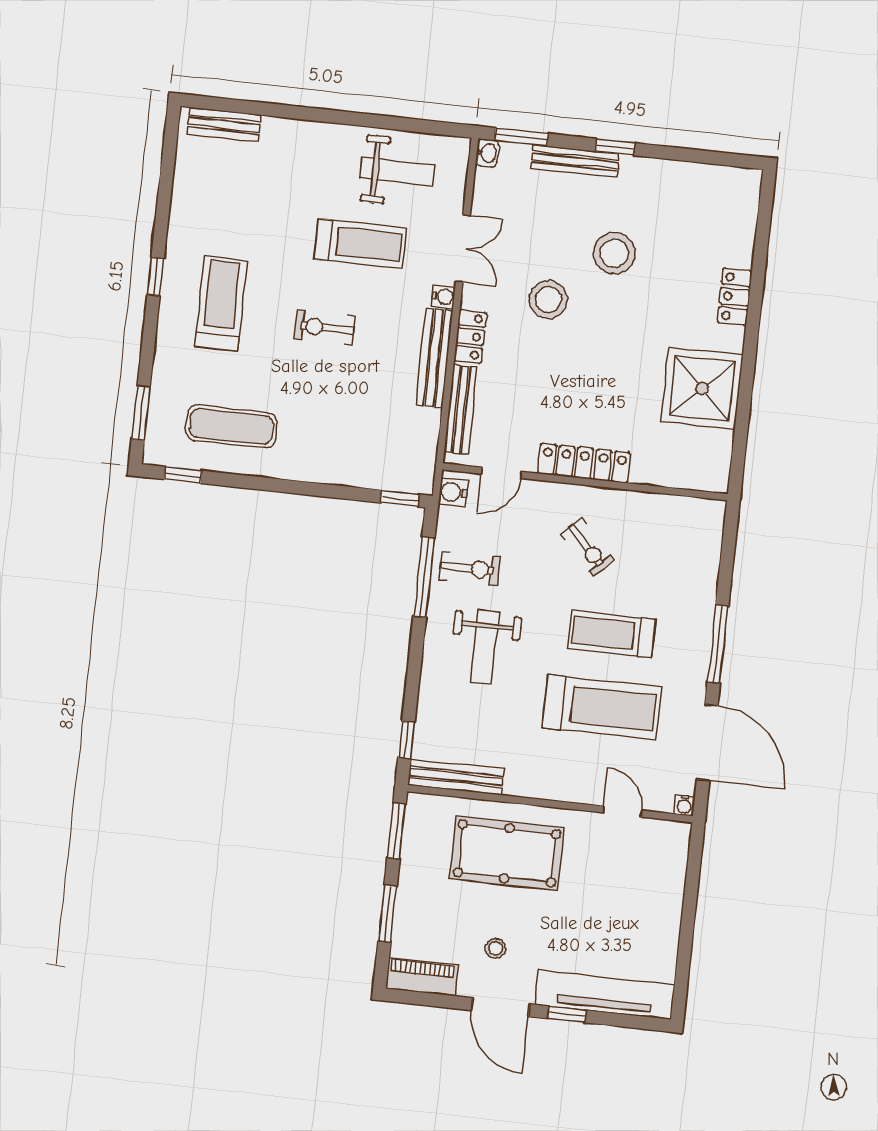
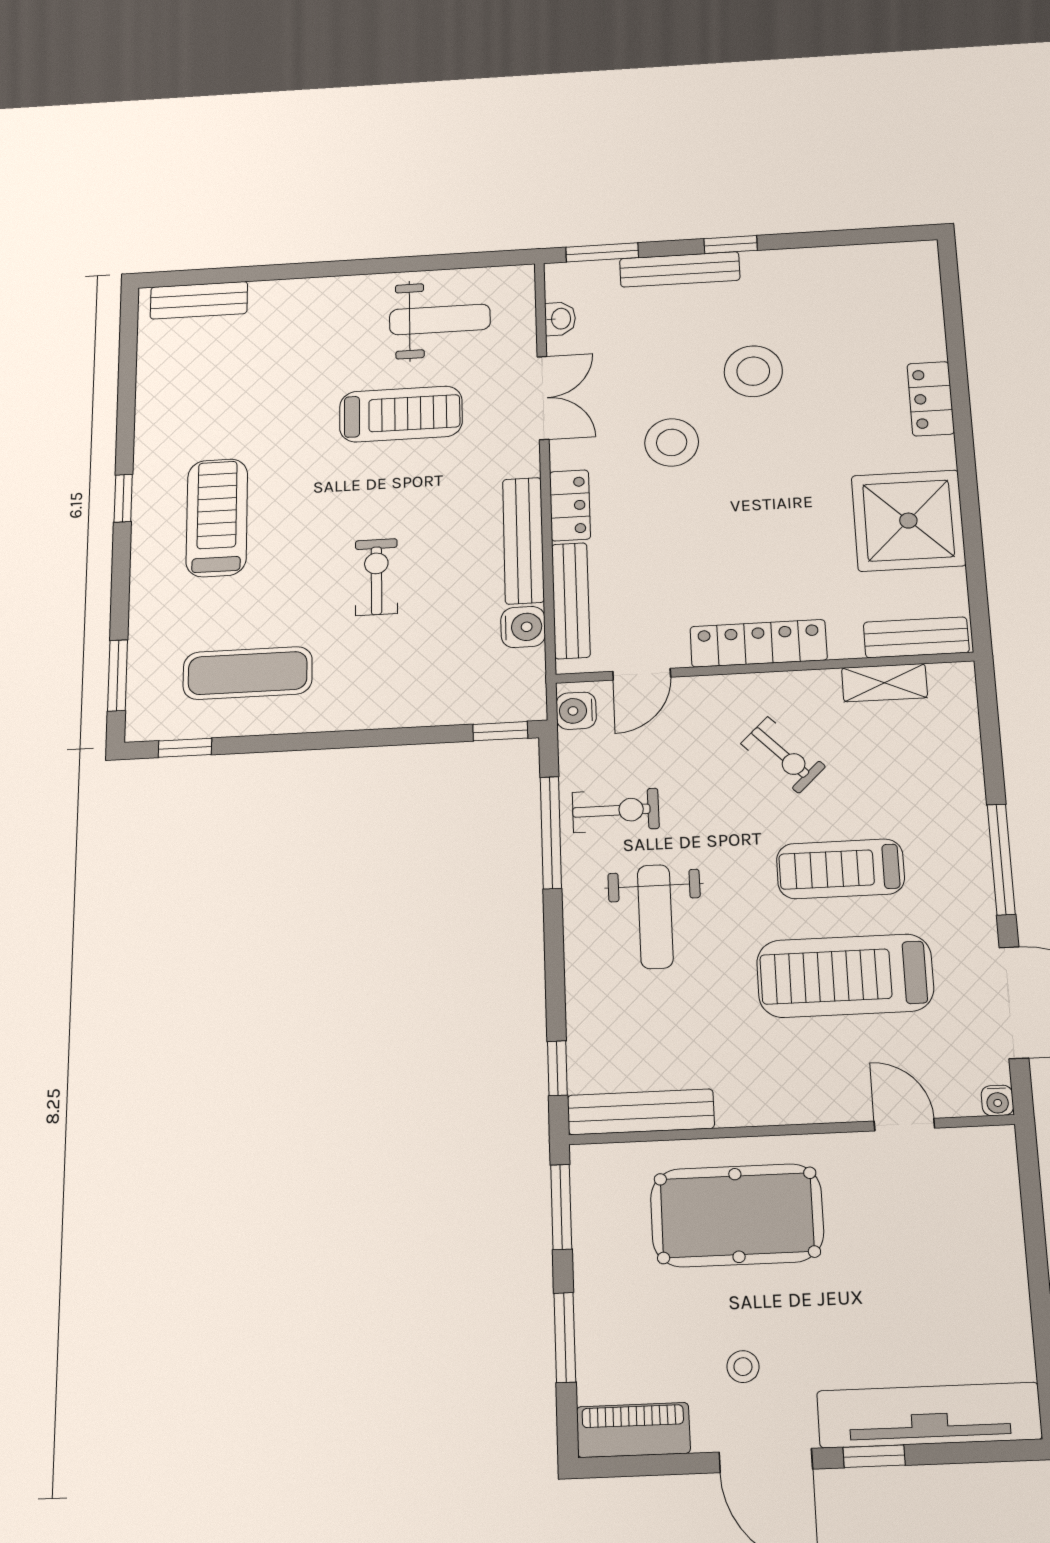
washbasin: (487, 153) -> (560, 319), moved
water cooler: (443, 297) -> (523, 627), moved, width x1.38, depth x1.38
exercise bike: (325, 328) -> (376, 577), moved, turned 90
bench: (691, 477) -> (916, 637), added
shelving: (664, 506) -> (884, 683), added
treadmill: (602, 707) -> (845, 976), turned 180

